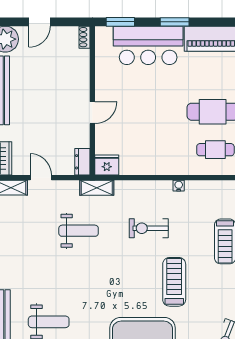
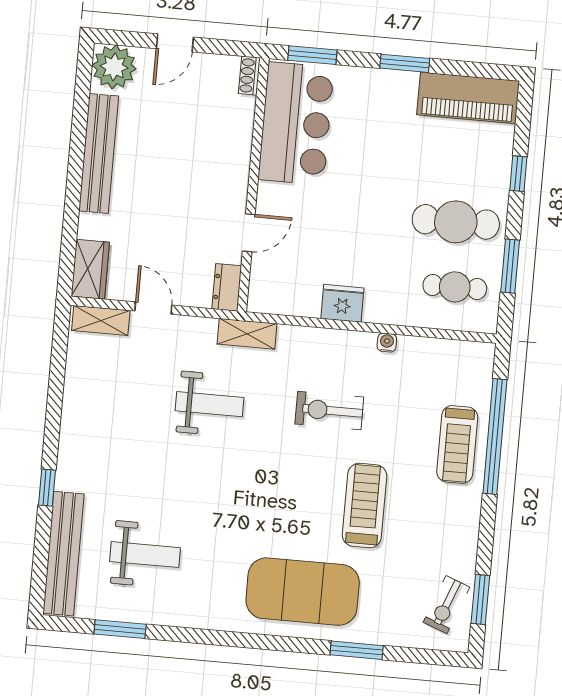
bar counter: (148, 45) -> (296, 123), moved, turned -90
door: (92, 113) -> (249, 233), moved
fridge: (107, 165) -> (342, 303), moved

